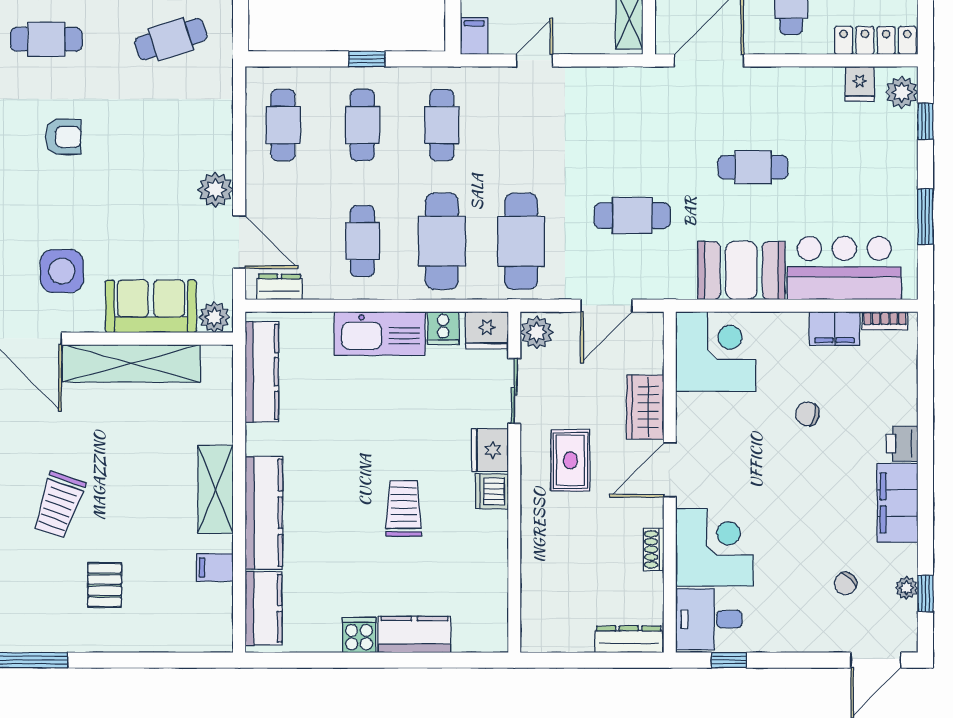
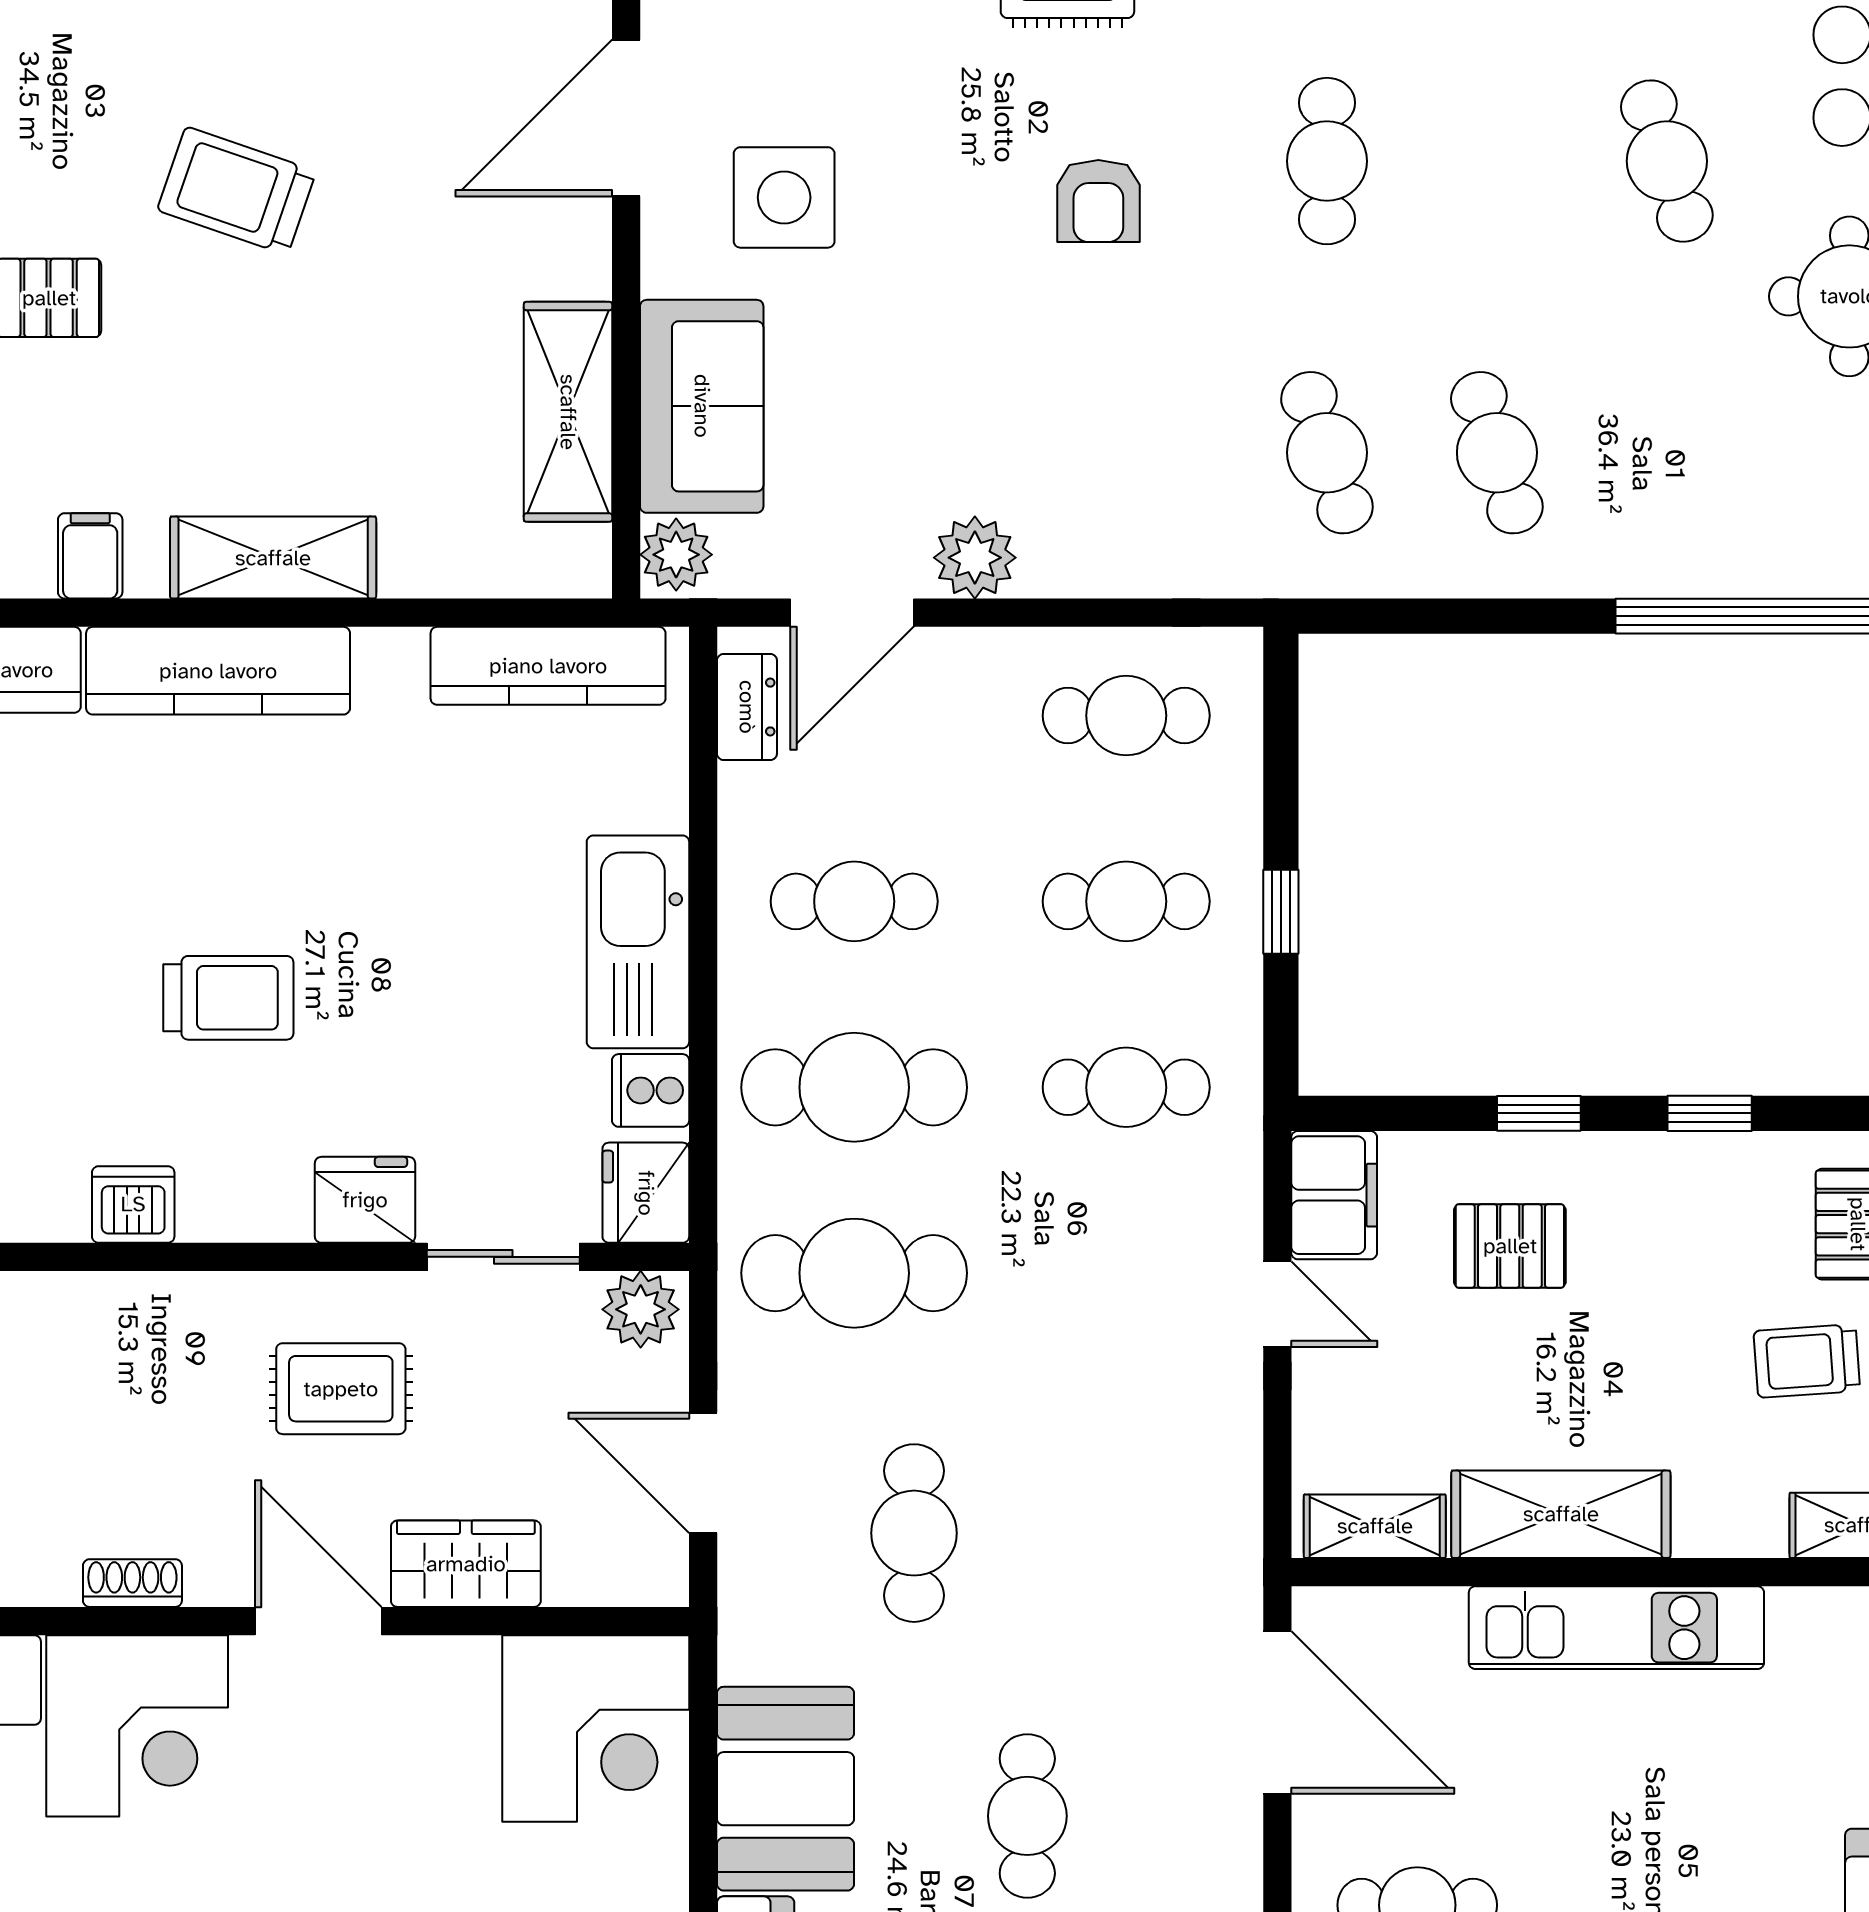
filing cabinet: (474, 36) -> (1334, 1195), width x2.00
shelving: (131, 363) -> (568, 412), width x0.68
dishwasher: (492, 491) -> (133, 1204), moved

